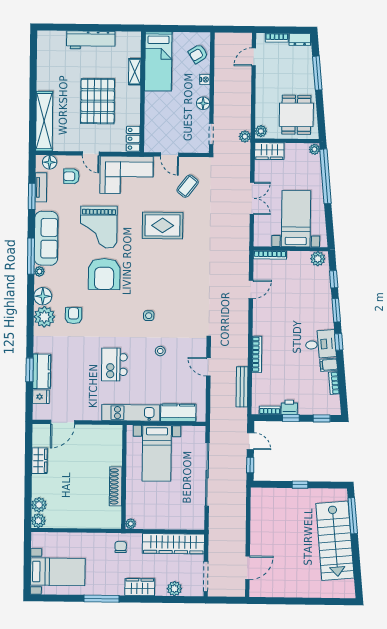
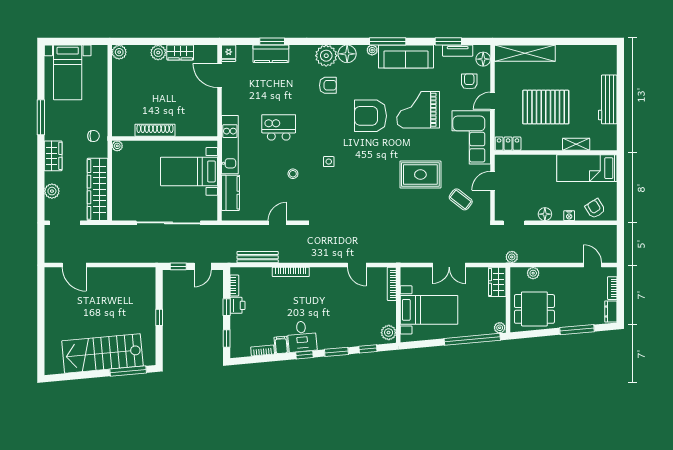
plant: (261, 131) -> (533, 273), moved
rug: (163, 225) -> (420, 175), turned 90
fridge: (41, 397) -> (229, 53), moved
plant: (39, 505) -> (158, 53), moved

